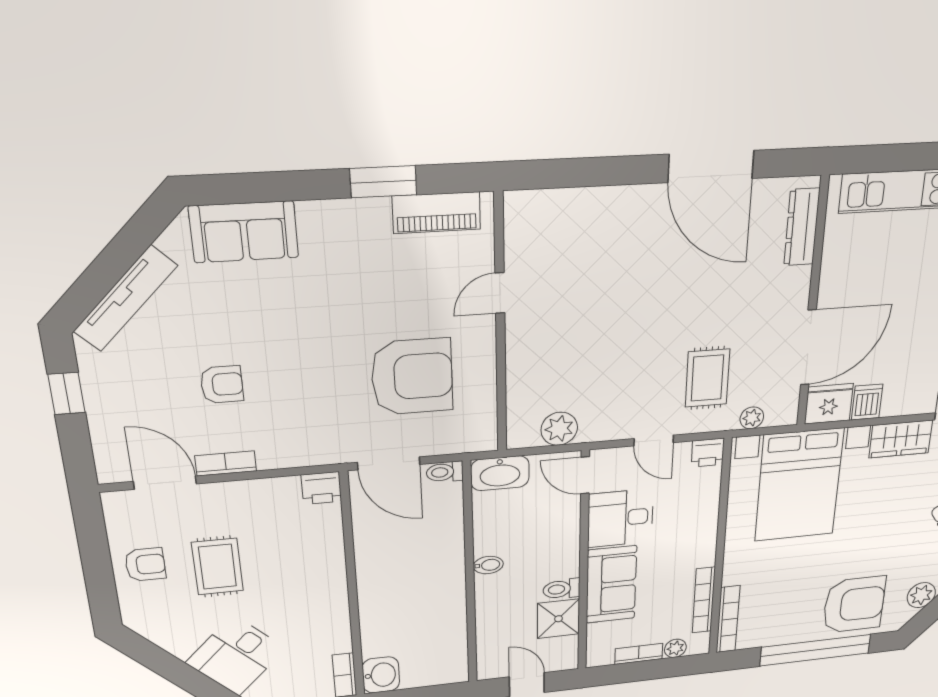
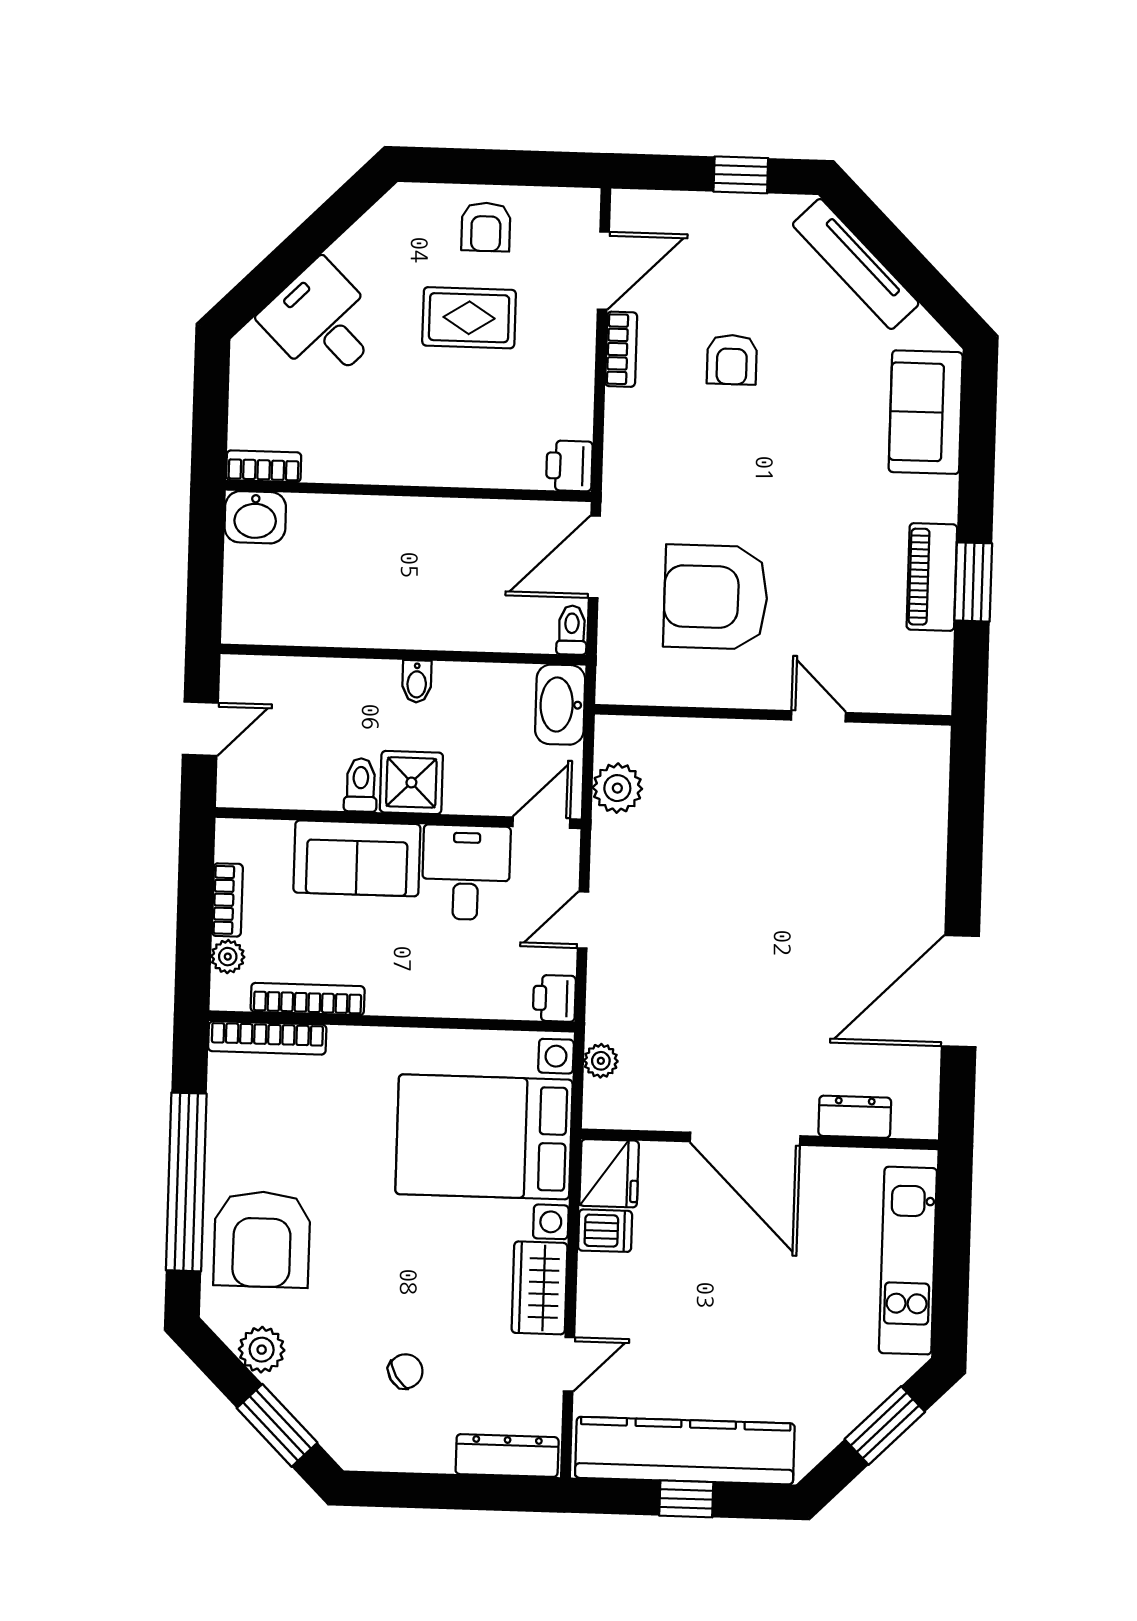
piano: (437, 213) -> (932, 577), moved
dresser: (802, 227) -> (855, 1117), width x0.70
door: (808, 348) -> (745, 1139), moved
armchair: (412, 377) -> (716, 597), turned 90
rug: (707, 378) -> (669, 995), removed
shower: (558, 619) -> (411, 782), moved

